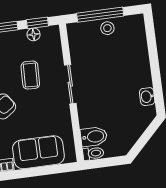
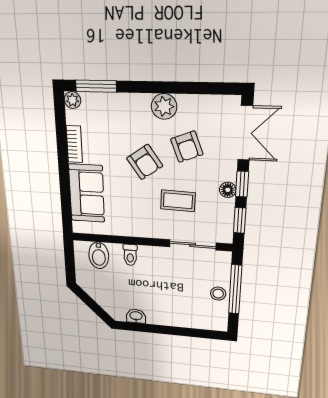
floor lamp: (33, 34) -> (228, 190), moved
sliding door: (70, 84) -> (193, 245), moved
toilet: (93, 153) -> (130, 255), moved

